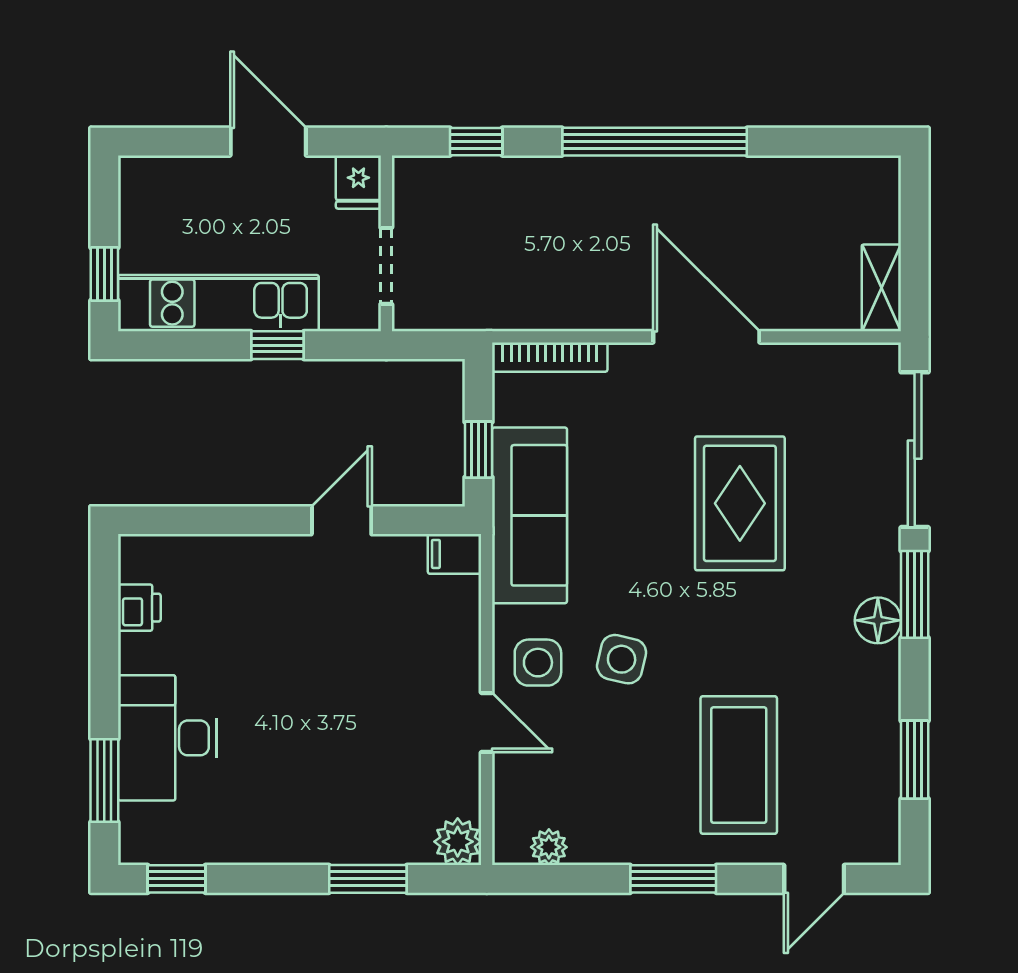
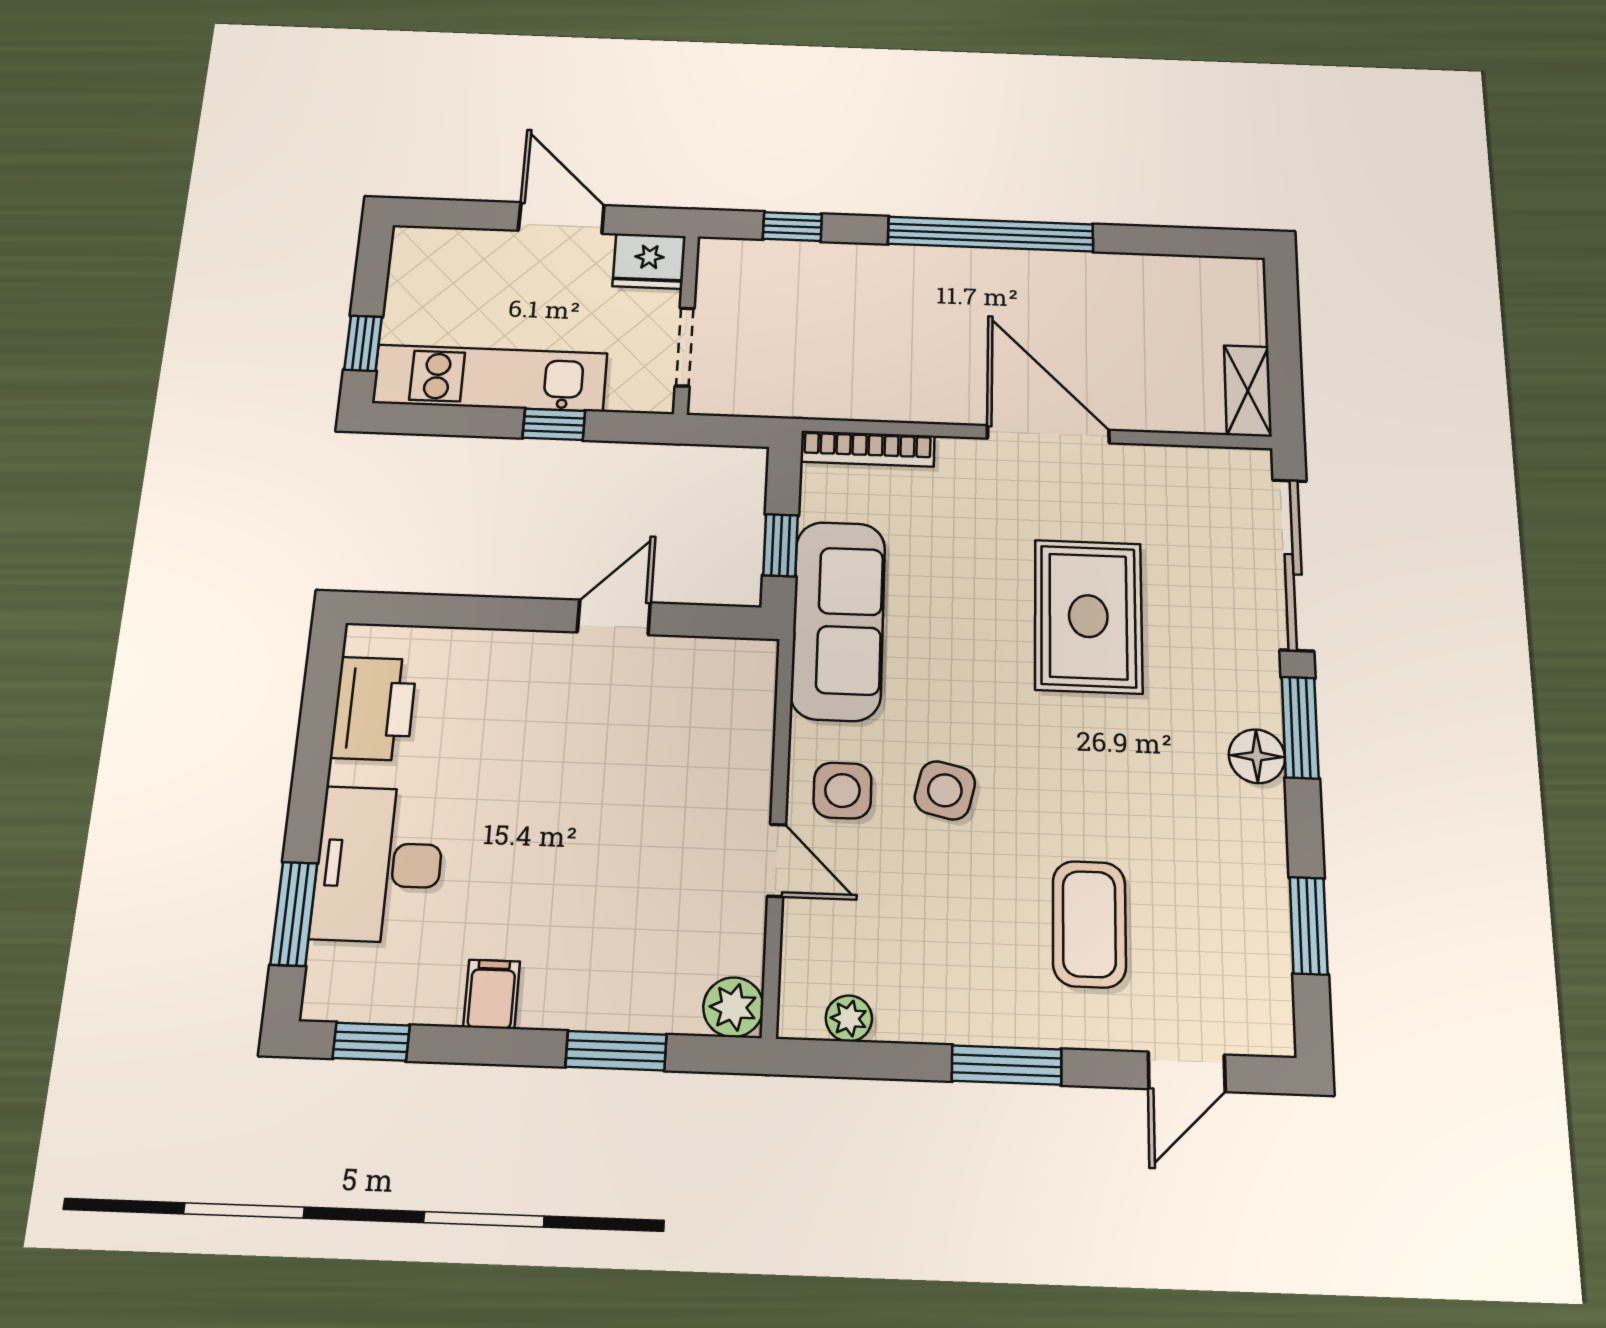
fridge: (358, 182) -> (649, 261), width x1.38
filing cabinet: (455, 554) -> (492, 994), moved, turned 90
printer: (139, 608) -> (374, 708), width x1.87, depth x1.48
coffee table: (739, 765) -> (1089, 924), width x0.73, depth x0.76

